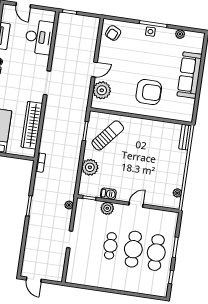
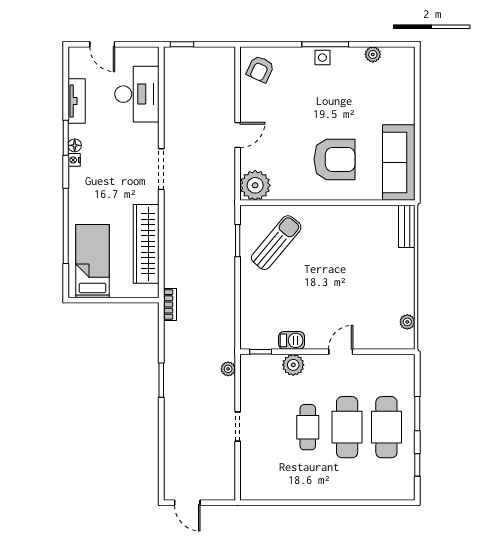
sofa: (190, 75) -> (399, 163), moved
plant: (102, 90) -> (255, 185), moved
plant: (90, 167) -> (254, 300), removed

